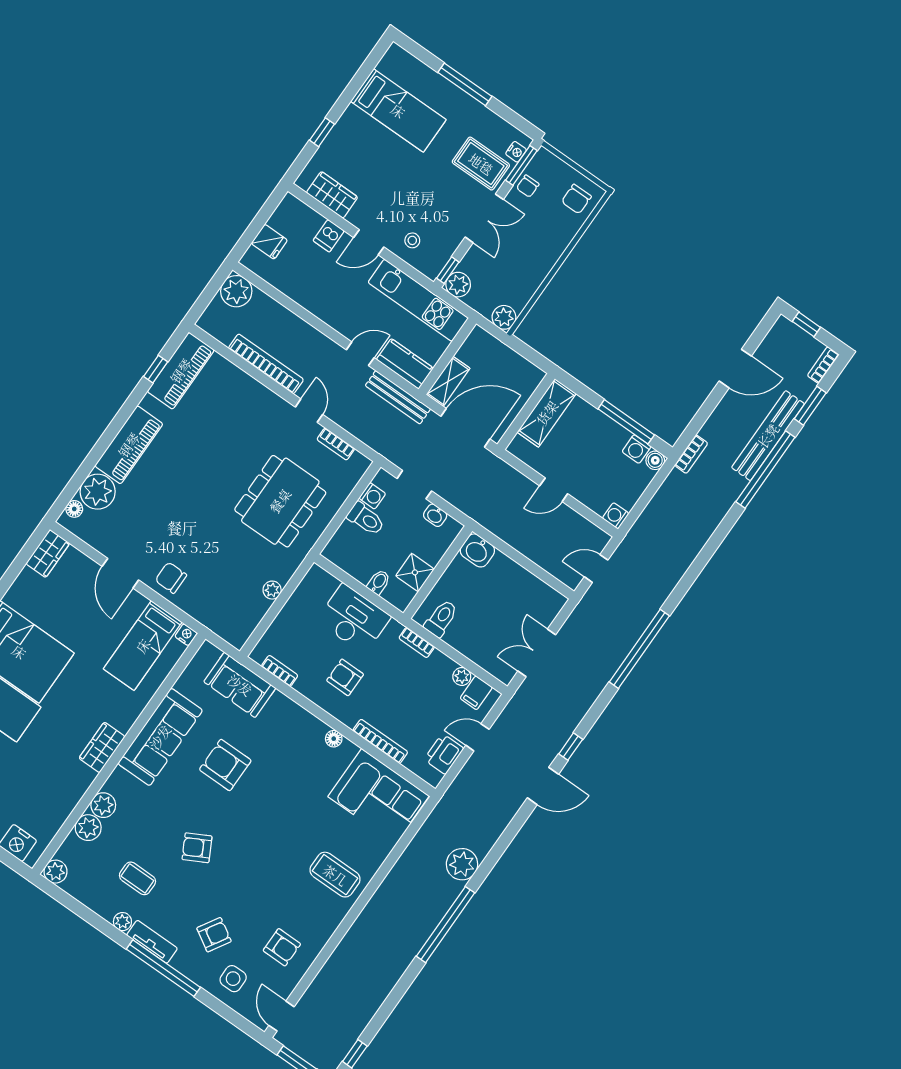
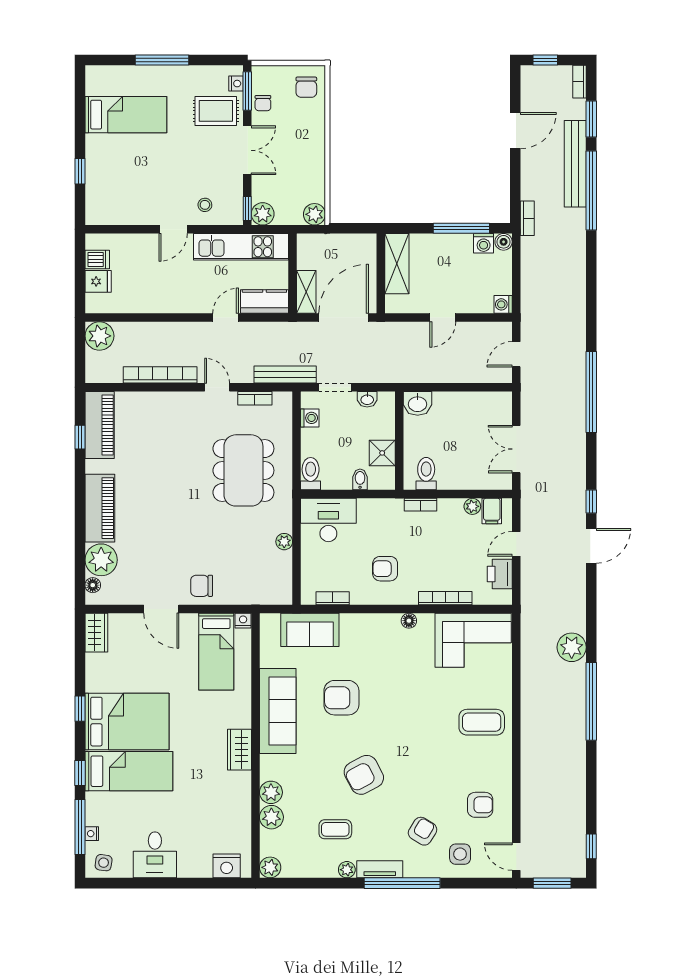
wardrobe: (332, 195) -> (121, 213), removed
dishwasher: (329, 236) -> (97, 259), moved, turned -90
bench: (398, 397) -> (285, 375), moved
toilet: (366, 519) -> (311, 474), moved, turned -90
desk: (354, 619) -> (328, 520), moved
armchair: (197, 848) -> (364, 775), width x1.38, depth x1.38

